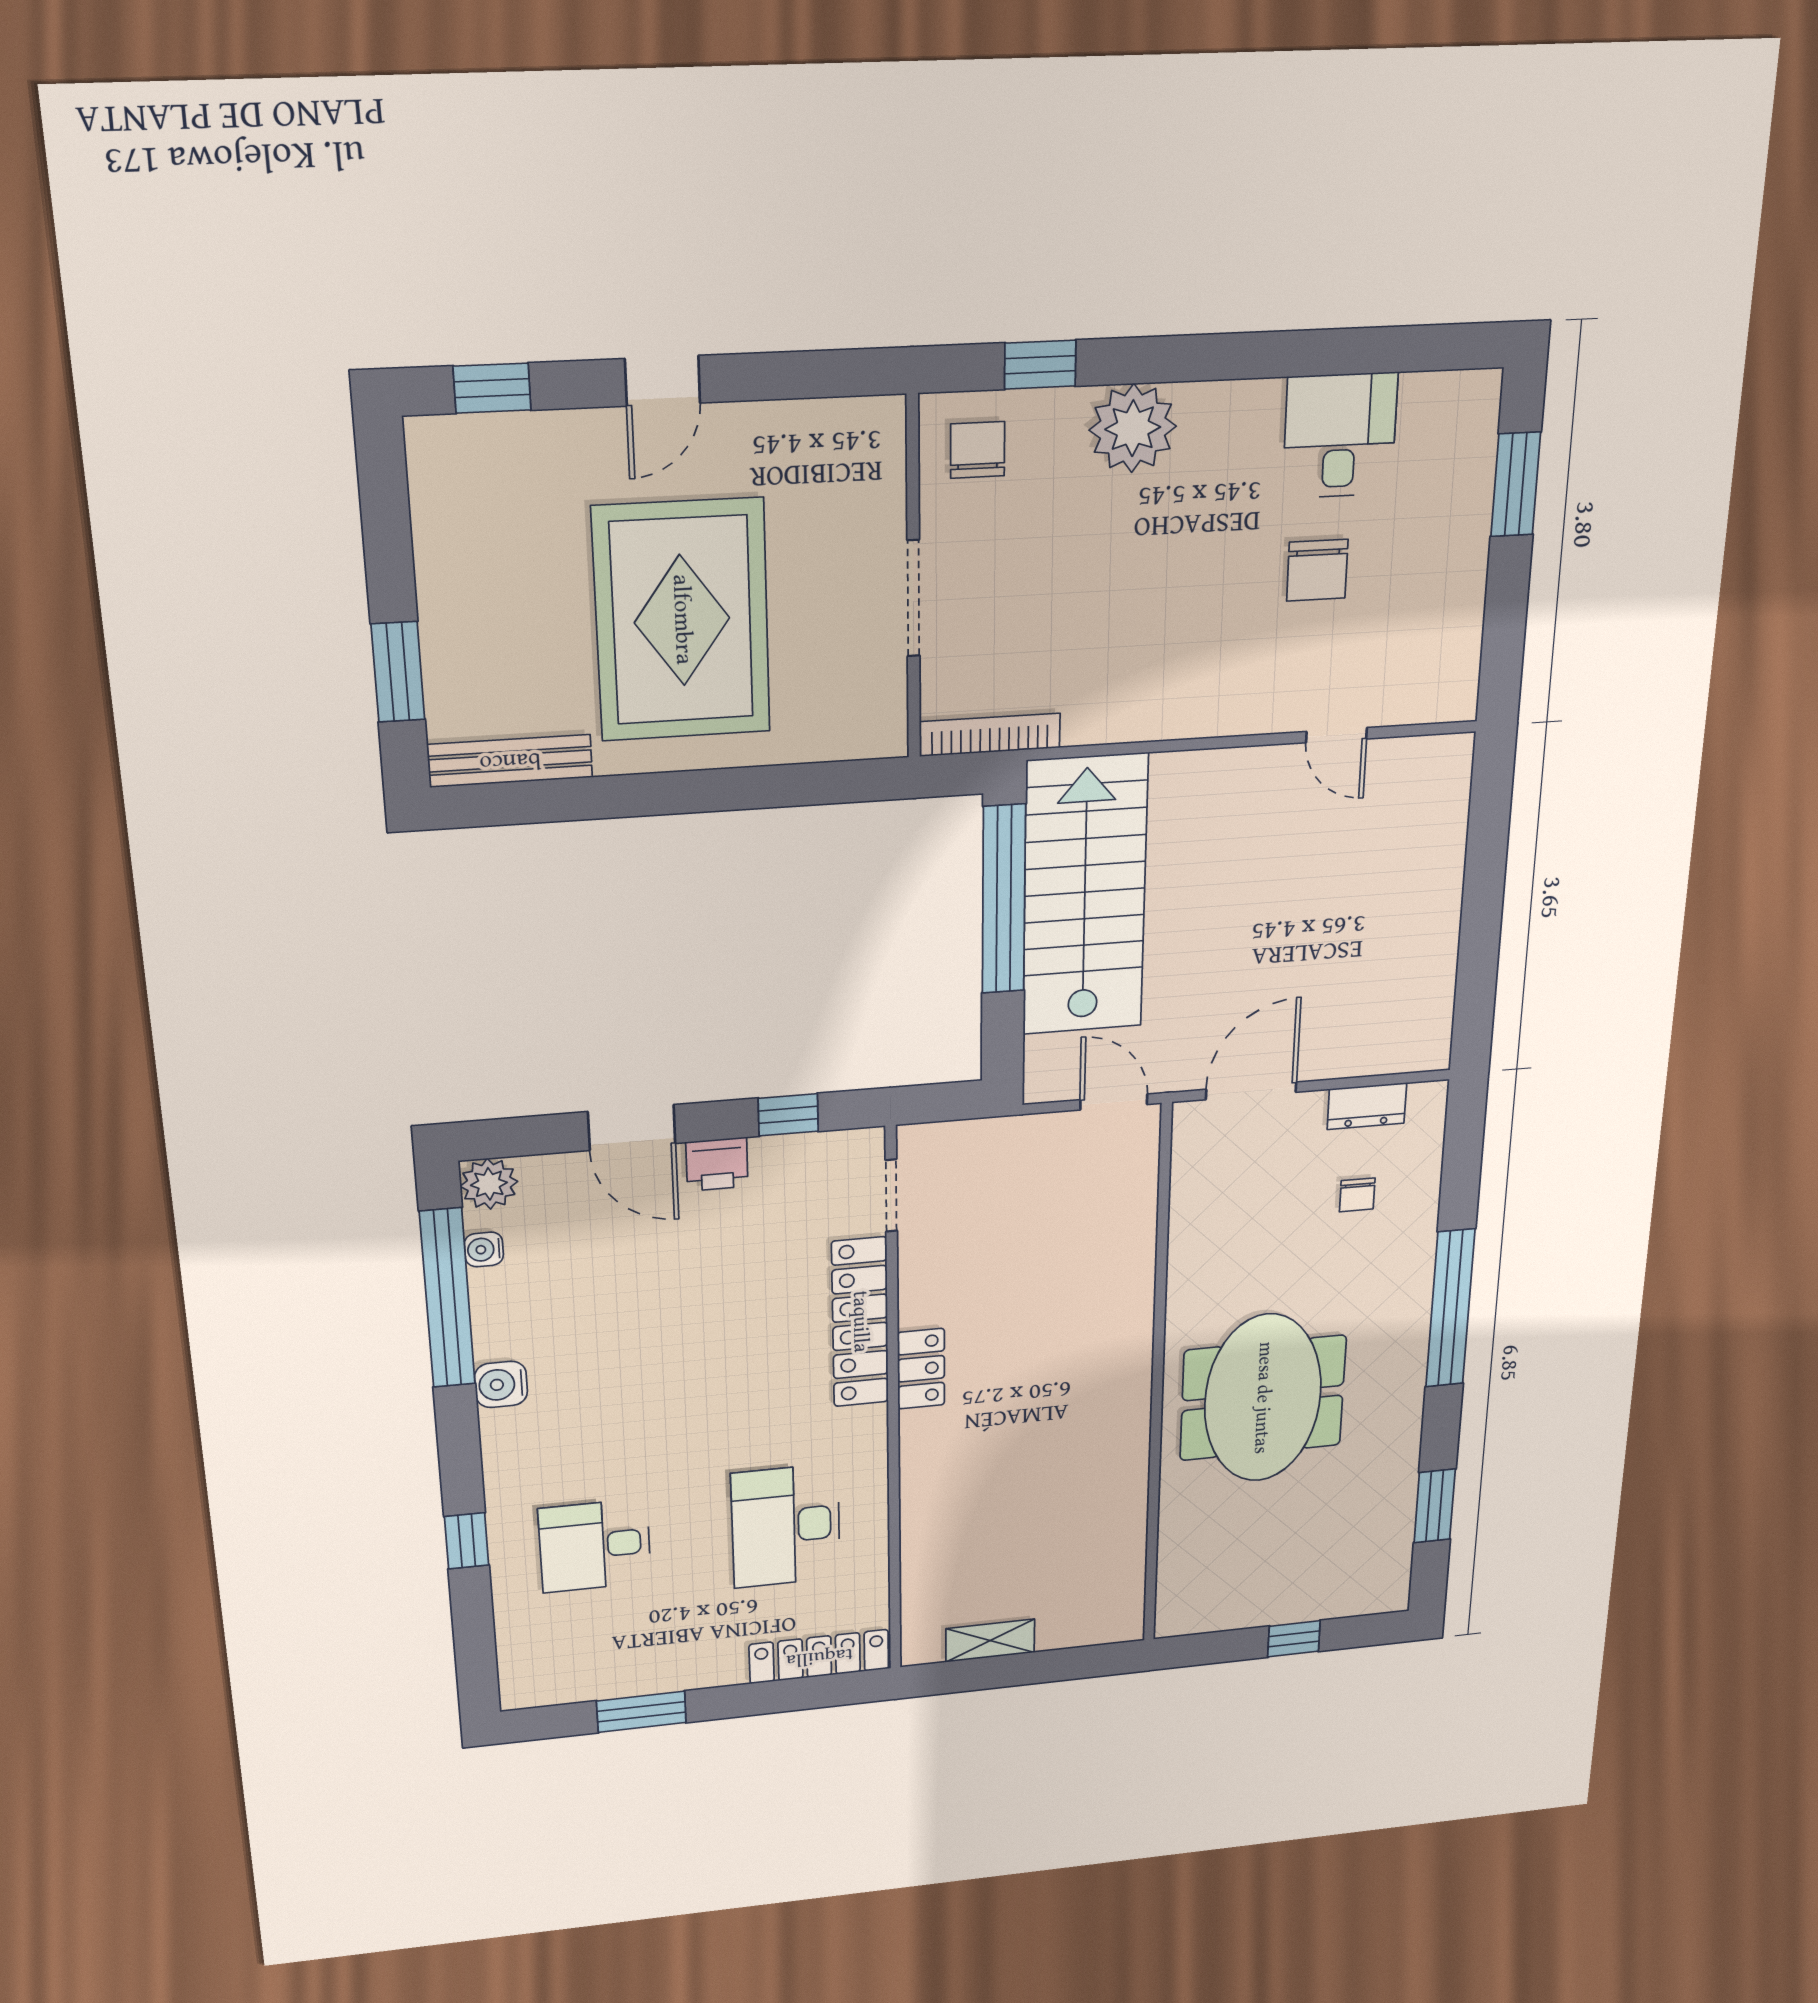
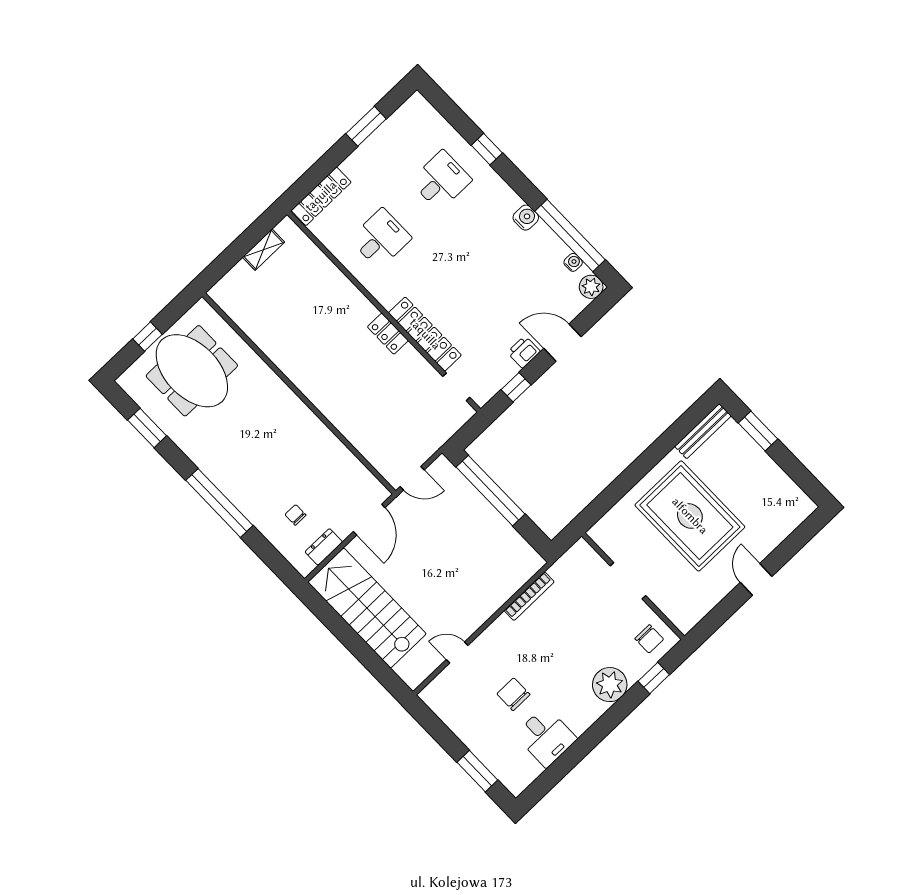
window: (492, 388) -> (801, 536), removed
bookcase: (990, 735) -> (529, 596), moved
stairs: (1085, 896) -> (367, 608), moved, turned 180
window: (1004, 900) -> (491, 491), moved
meeting table: (1263, 1398) -> (192, 371), moved
desk: (786, 1526) -> (381, 239), width x0.73

